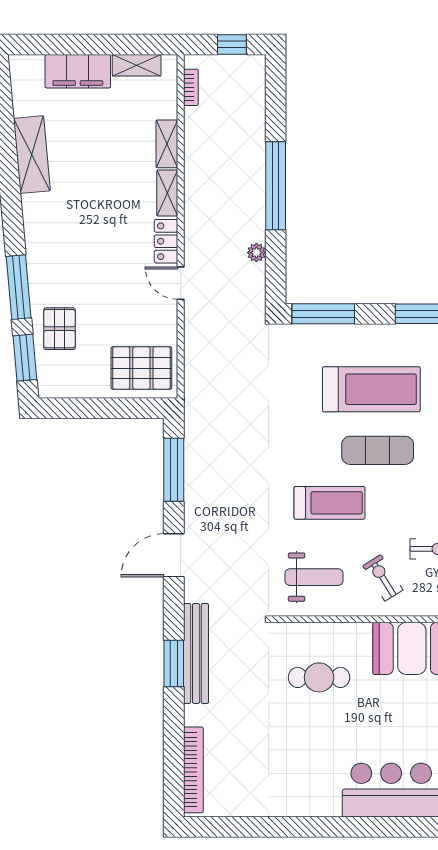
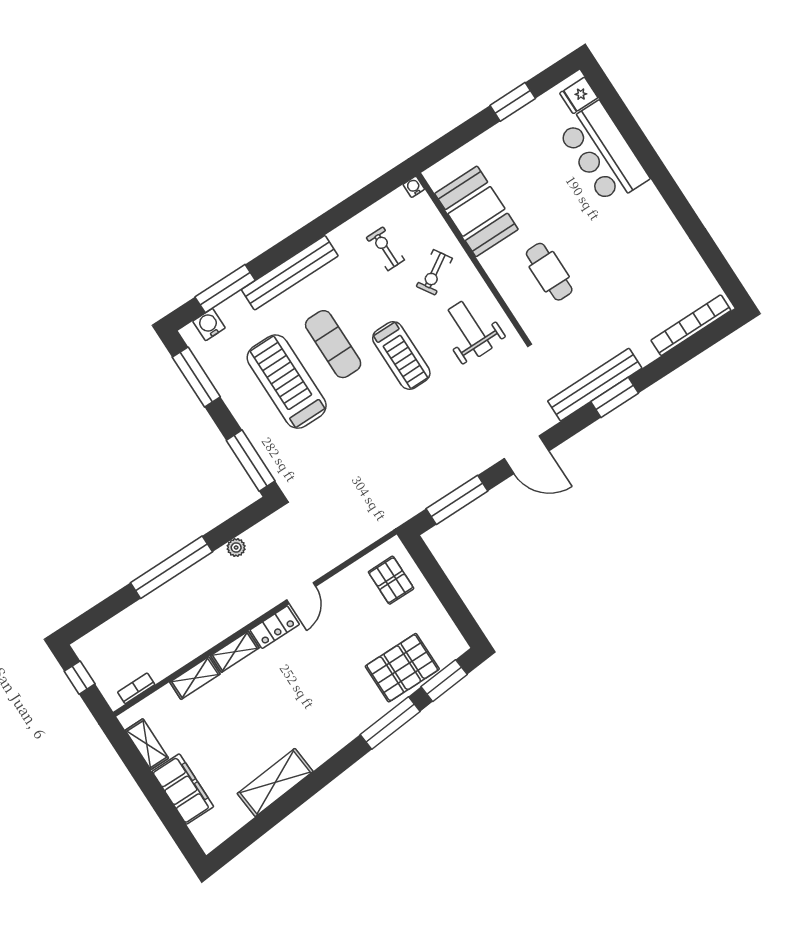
pallet: (60, 329) -> (402, 668), width x1.50, depth x1.42
pallet: (141, 368) -> (391, 580), width x0.67, depth x0.71
treadmill: (330, 503) -> (401, 355), turned 180

